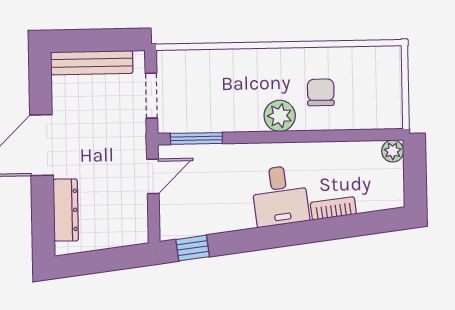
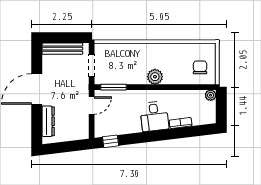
chair: (321, 92) -> (200, 67), moved

